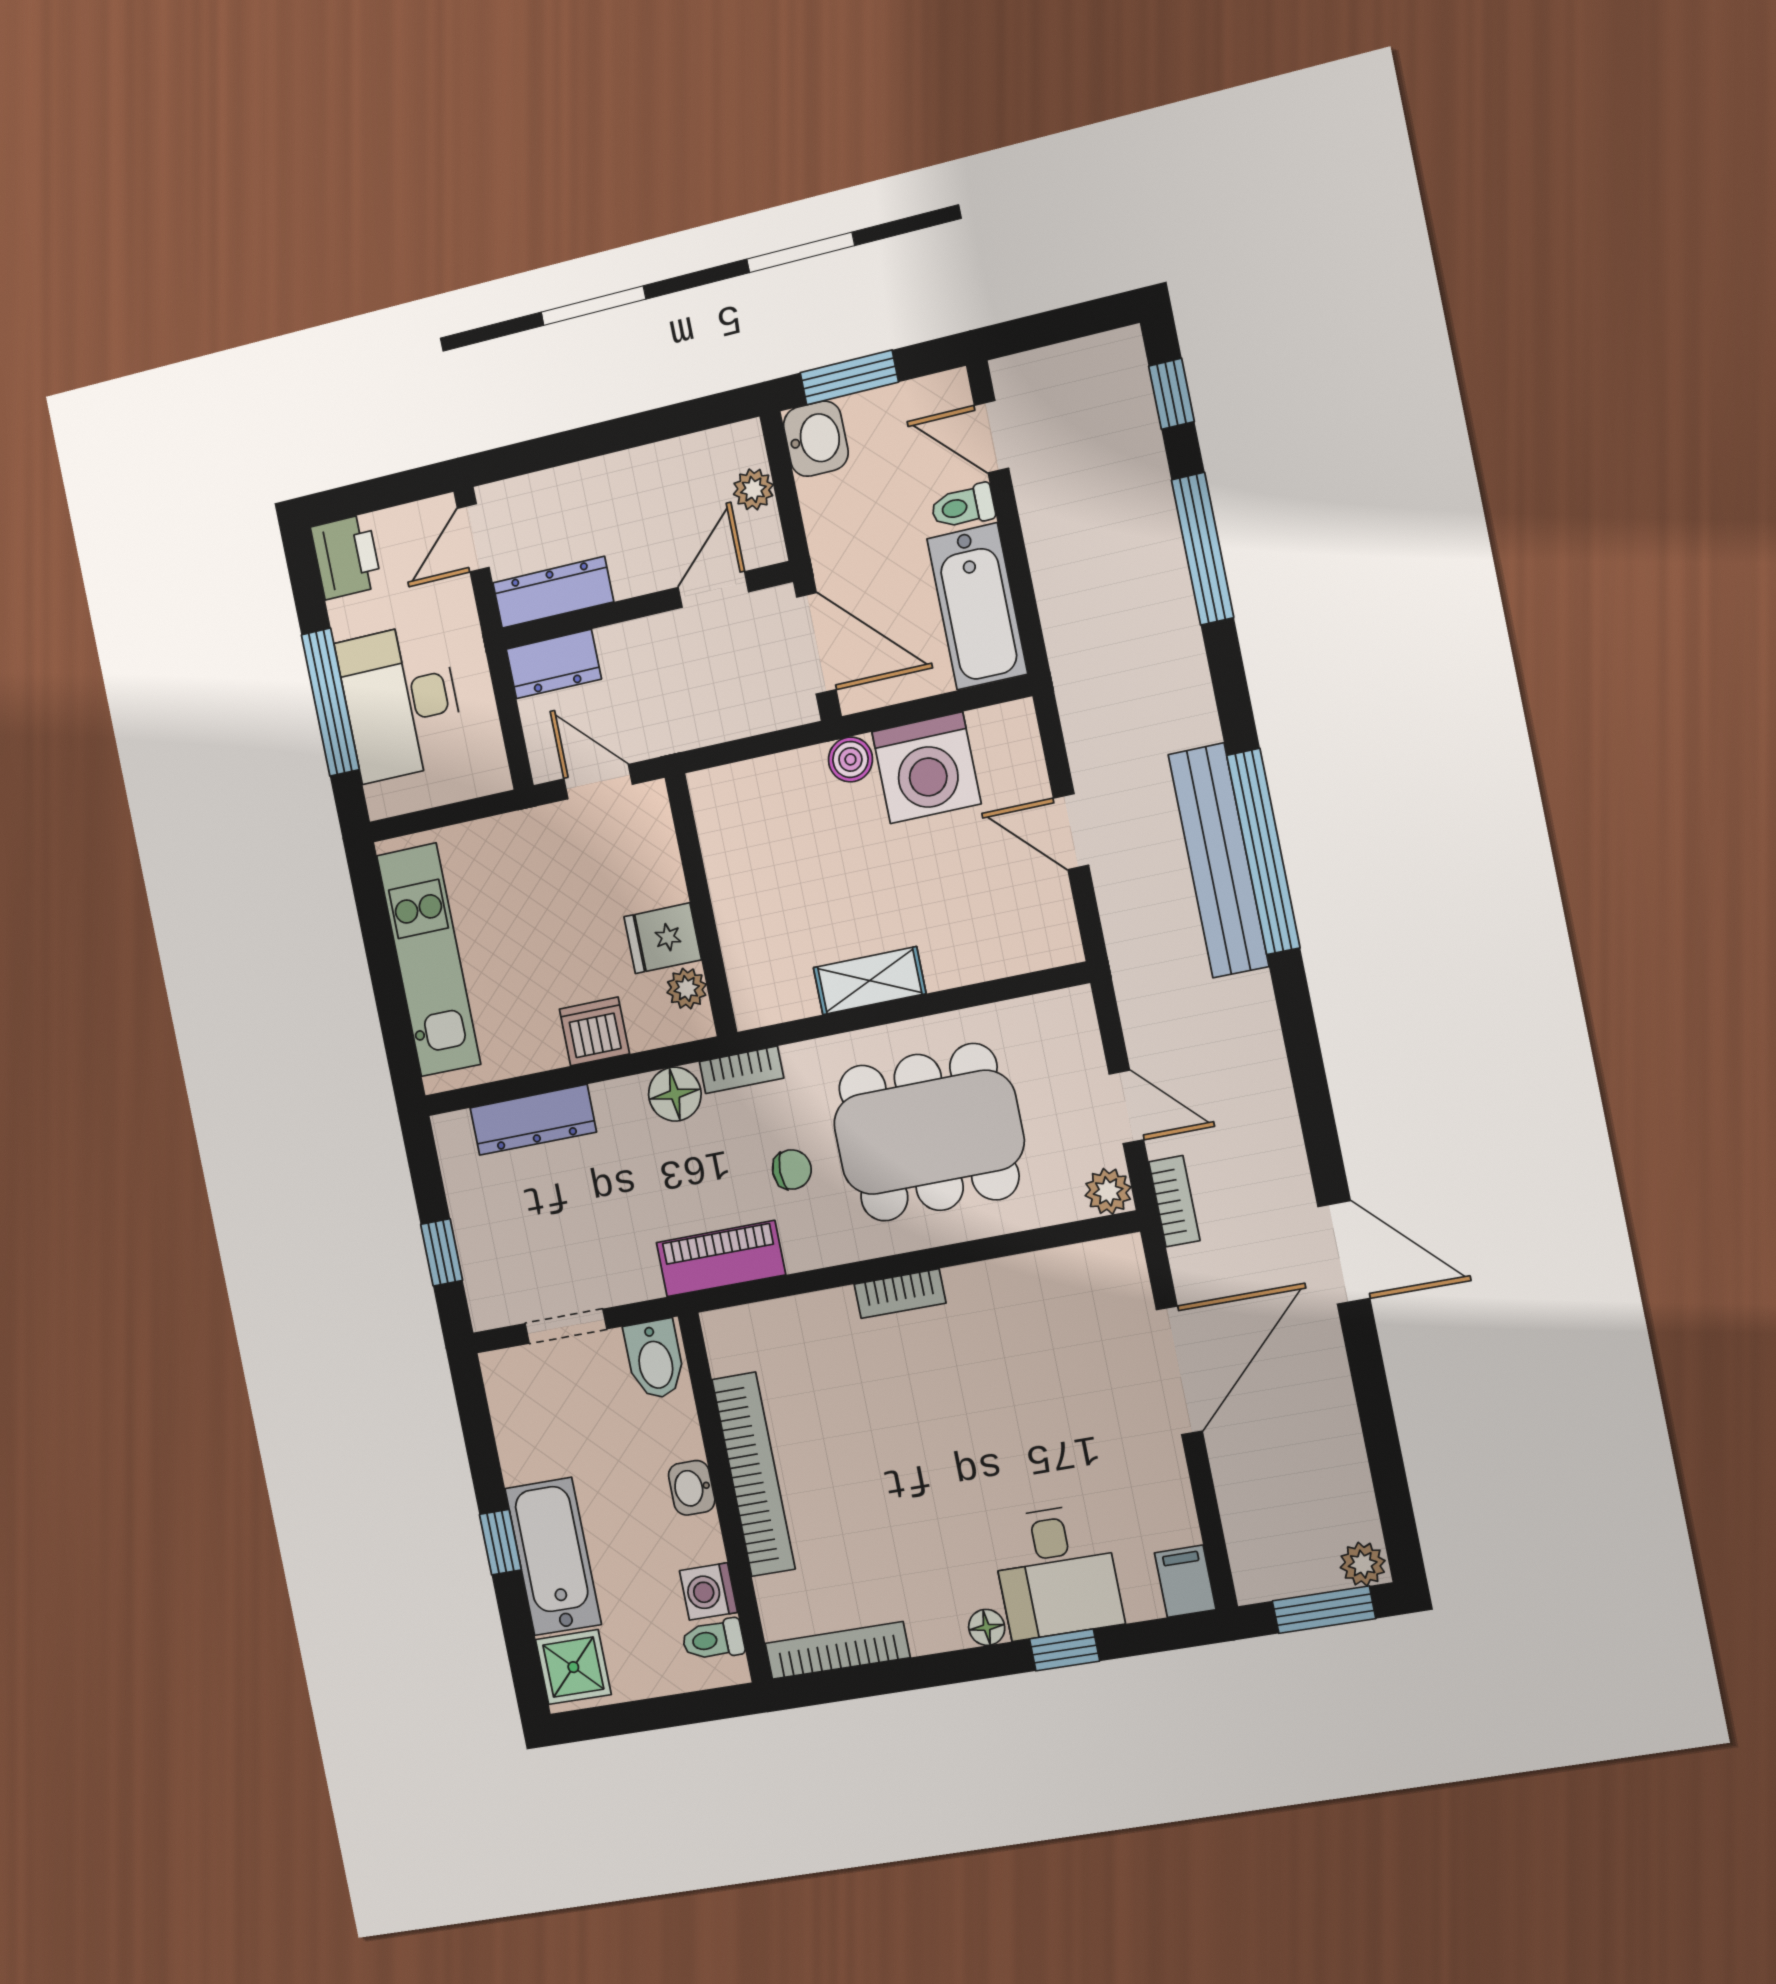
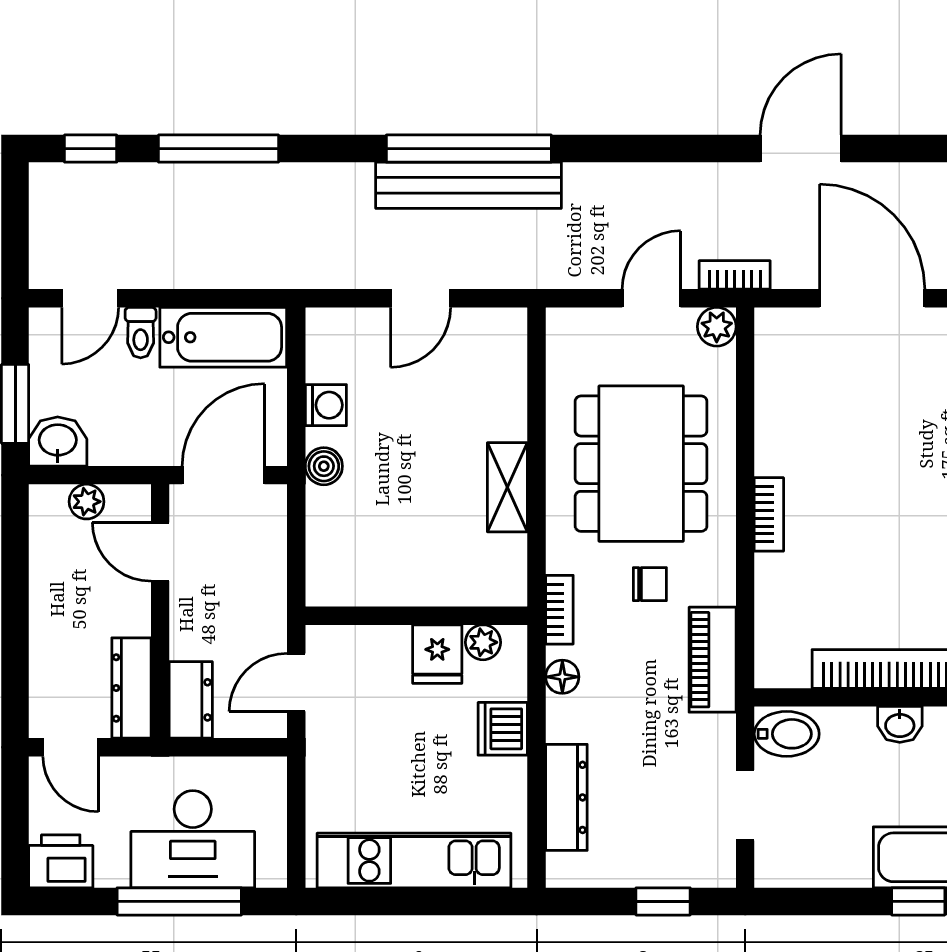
washing machine: (926, 768) -> (326, 405), width x0.53, depth x0.53
floor lamp: (675, 1094) -> (562, 677), width x0.73, depth x0.73
chair: (792, 1170) -> (650, 584), turned 90

